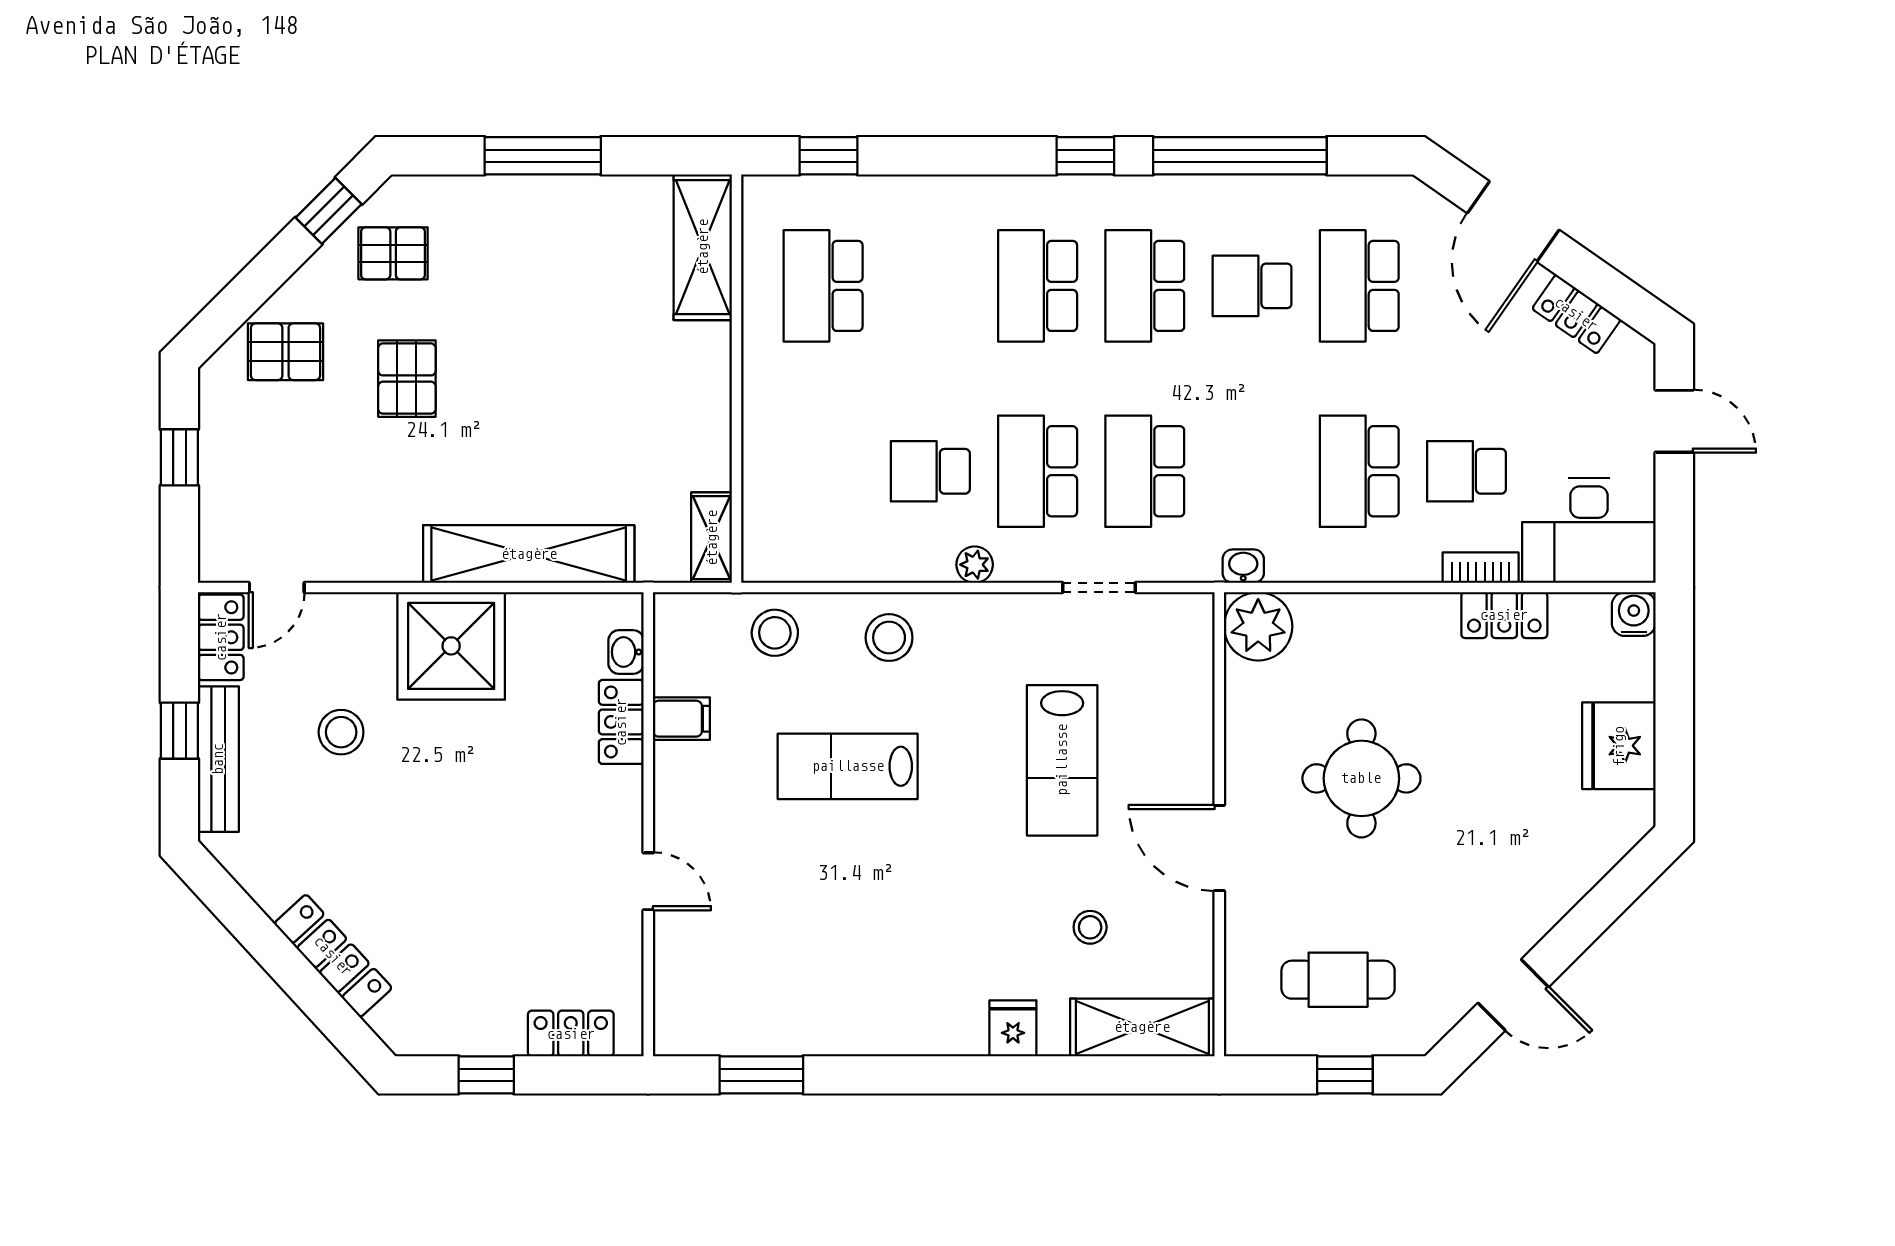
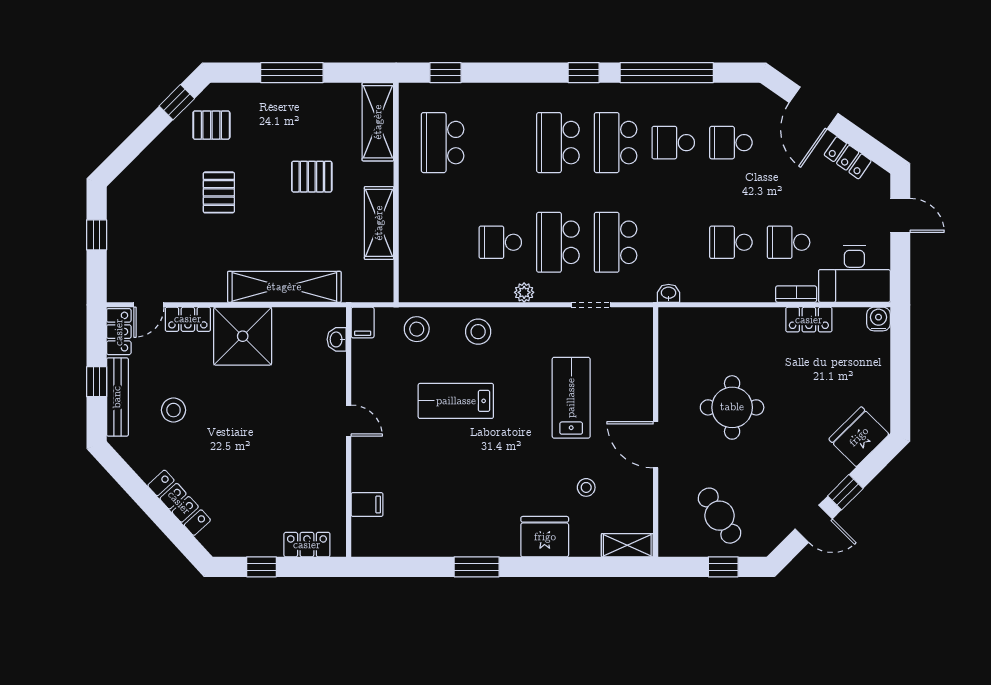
school desk: (1359, 286) -> (731, 143), width x0.54
pallet: (285, 352) -> (312, 177), moved
school desk: (1359, 471) -> (731, 242), width x0.54
shelving: (712, 538) -> (379, 223), moved, width x1.50, depth x1.33
plant: (1258, 626) -> (677, 326), removed
filing cabinet: (681, 719) -> (363, 323), moved, turned 90
locker: (621, 722) -> (188, 319), moved, turned -90
stool: (341, 732) -> (174, 410), moved
fridge: (1619, 746) -> (859, 437), moved, turned 45
lab bench: (1062, 760) -> (571, 398), turned 180
door: (648, 881) -> (349, 421), moved
window: (1572, 936) -> (845, 492), added
filing cabinet: (683, 959) -> (367, 505), added
cafe table: (1338, 980) -> (720, 516), turned 58
shelving: (1142, 1027) -> (627, 545), width x0.67, depth x0.75
fridge: (1013, 1028) -> (545, 537), width x1.88, depth x1.34
window: (761, 1075) -> (477, 567), moved

